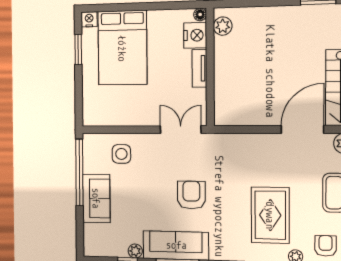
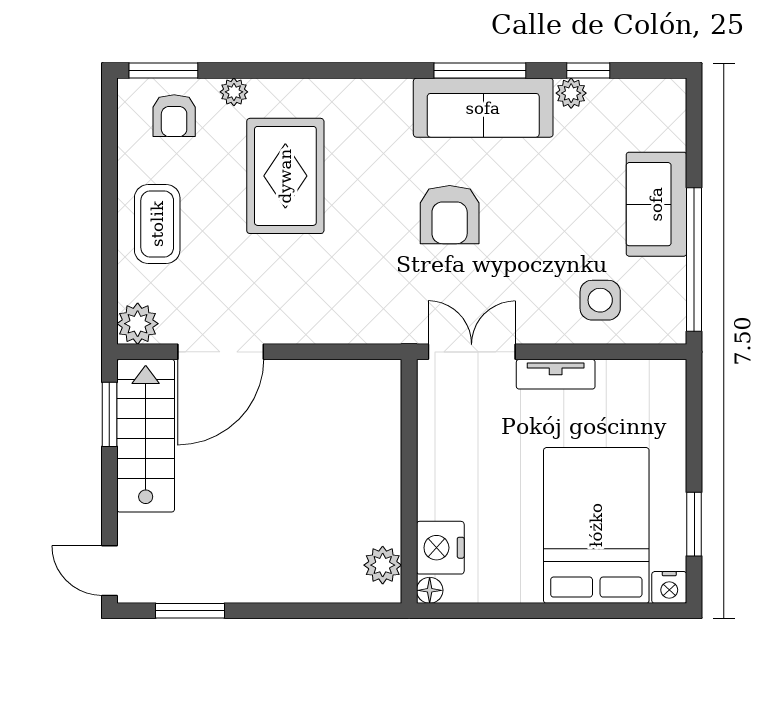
tv unit: (199, 68) -> (556, 374), moved, turned 90
double door: (181, 130) -> (472, 352), swing flipped

